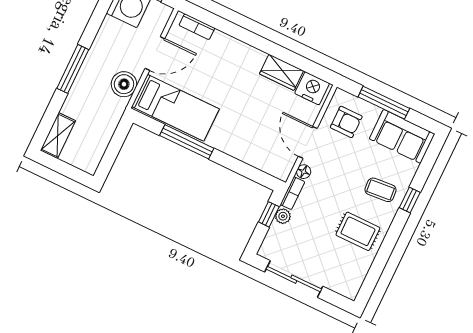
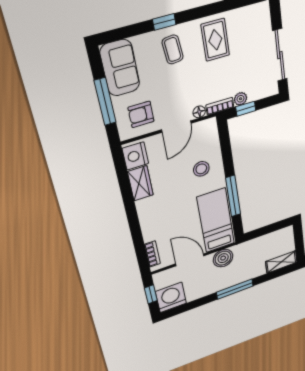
armchair: (346, 122) -> (141, 114), turned -90
stool: (245, 134) -> (201, 169), added

